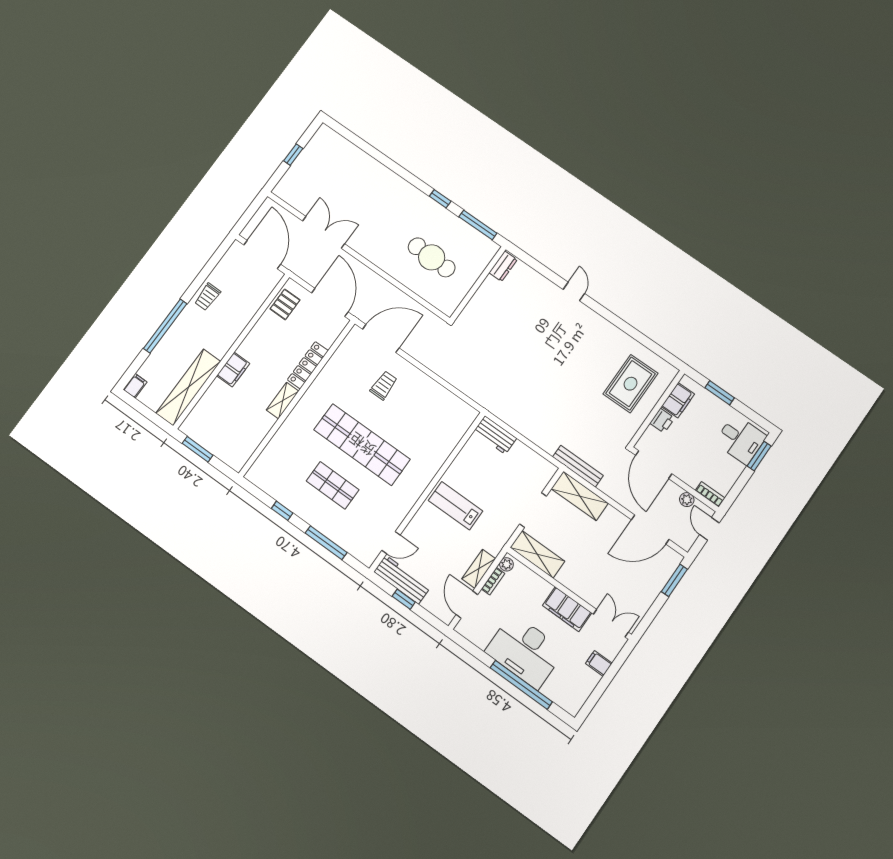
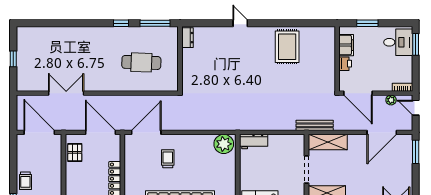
rug: (631, 384) -> (287, 47), moved
plant: (459, 414) -> (224, 144), added

